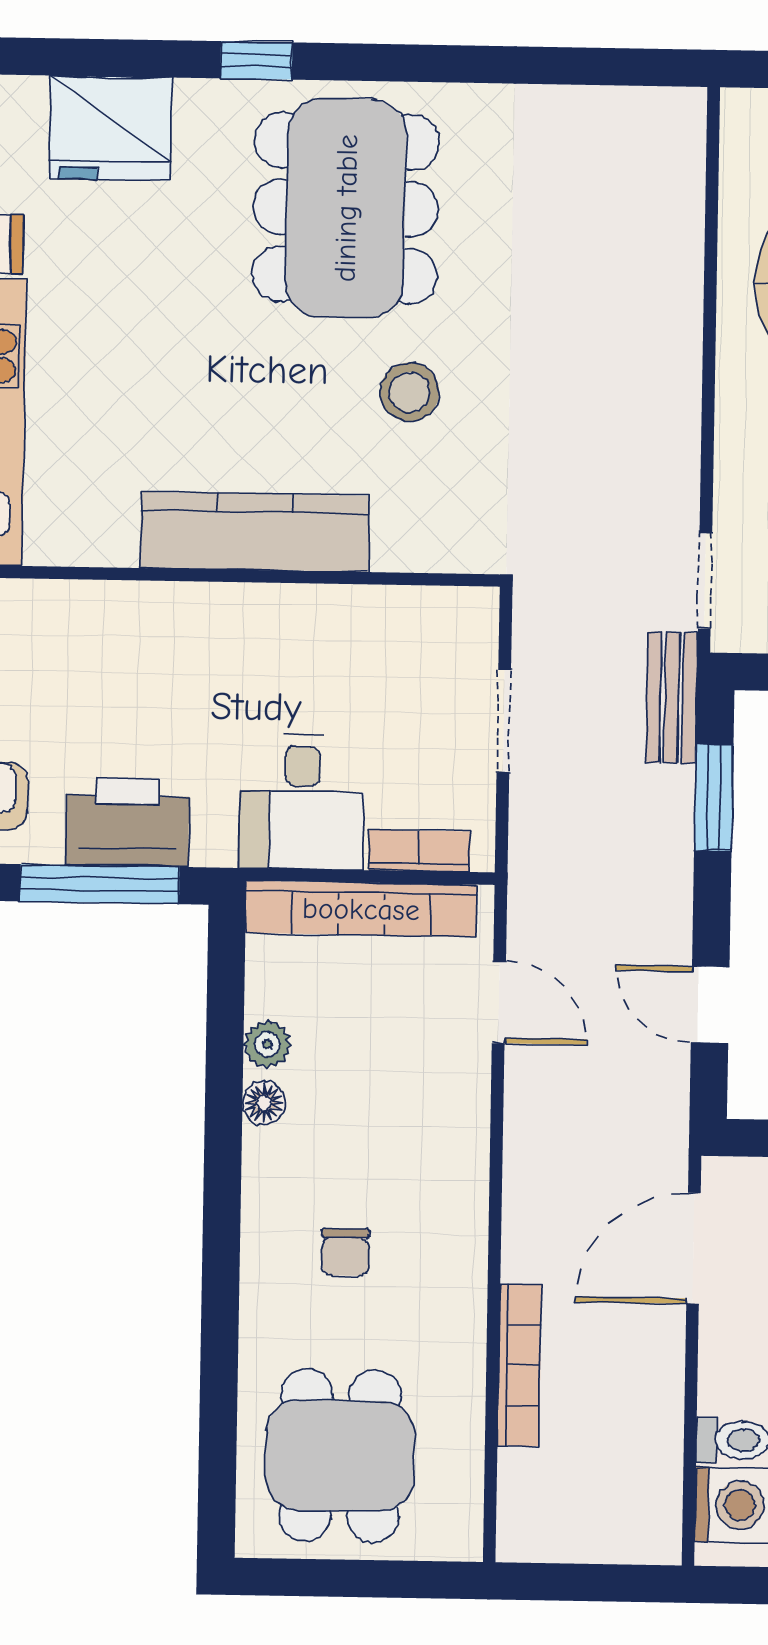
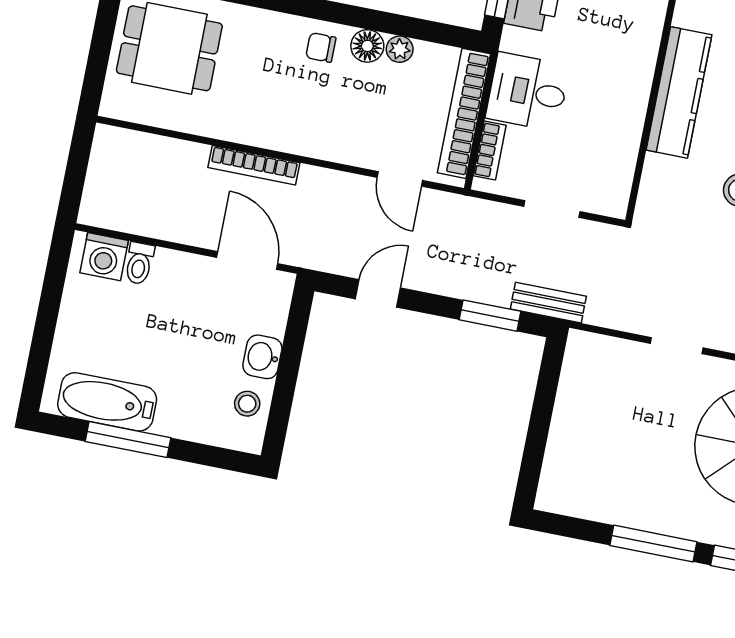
doorway: (705, 580) -> (677, 346), moved
door: (499, 1002) -> (400, 179), hinge flipped
floor lamp: (264, 1103) -> (367, 46), width x1.37, depth x1.37
chair: (345, 1252) -> (321, 47), moved
bookcase: (519, 1365) -> (254, 165), moved

